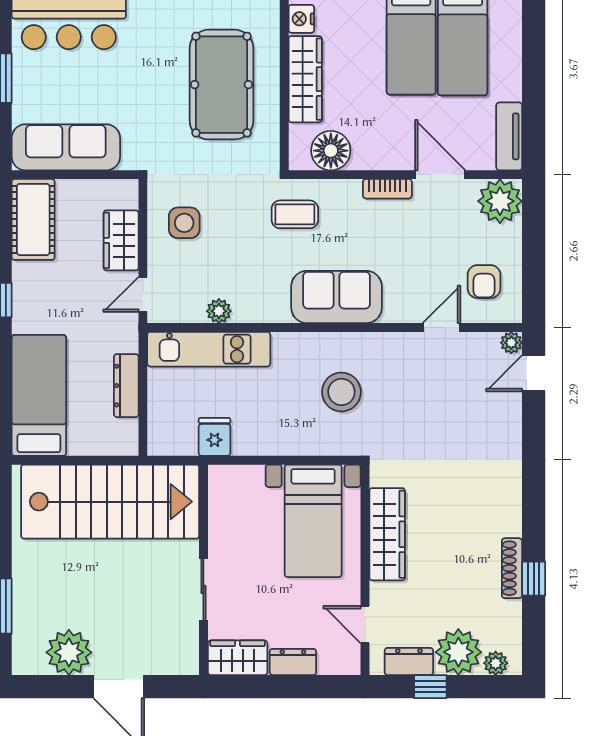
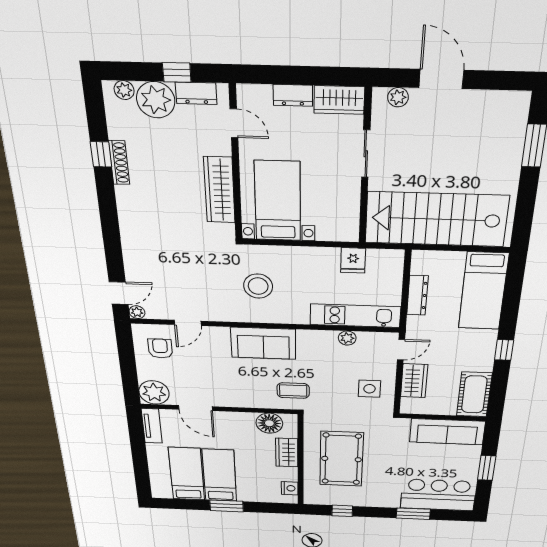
wardrobe: (305, 79) -> (287, 452), width x0.67
bookcase: (387, 189) -> (231, 402), removed
plant: (69, 652) -> (398, 97), moved, width x0.53, depth x0.53

